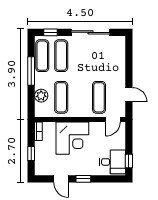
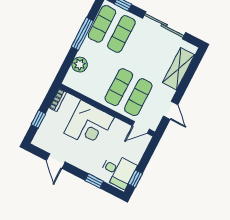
shelving: (119, 60) -> (179, 69), added
exercise mat: (61, 97) -> (119, 87), moved
window: (83, 179) -> (94, 181), moved

